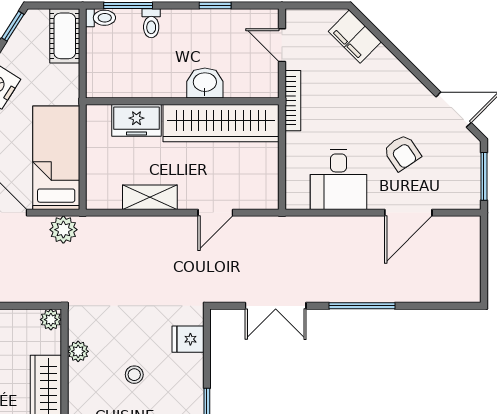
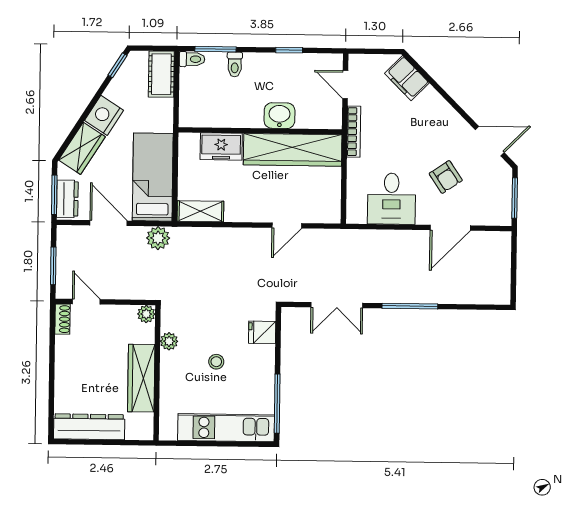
shelving: (150, 197) -> (200, 211), moved

